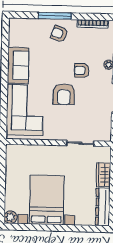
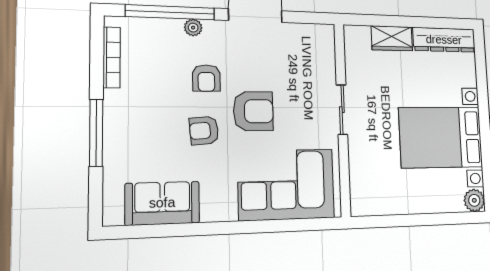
armchair: (59, 34) -> (204, 130), moved, turned 65
sofa: (18, 65) -> (162, 203), moved
sliding door: (80, 143) -> (342, 110), moved

